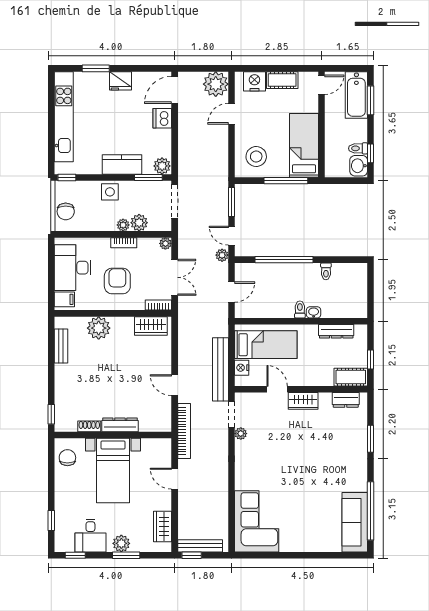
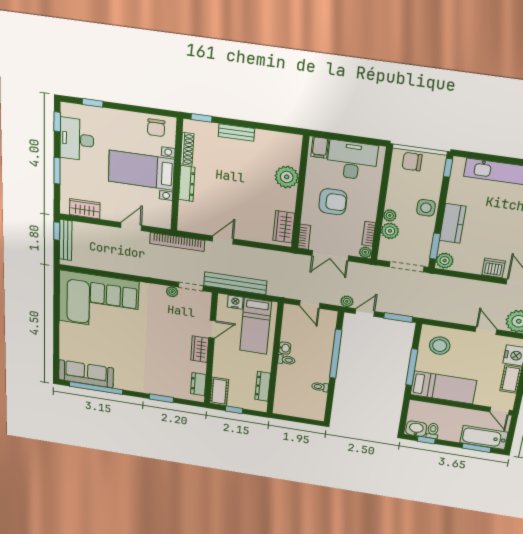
bookcase: (124, 243) -> (369, 234), moved
washbasin: (314, 312) -> (285, 348), moved
bench: (61, 346) -> (236, 133), moved
shoe rack: (89, 426) -> (187, 149), width x1.43
chair: (67, 458) -> (156, 128), turned 90
corner sofa: (257, 521) -> (99, 301), width x1.36, depth x1.36
desk: (90, 536) -> (77, 139), width x1.37
plant: (121, 543) -> (69, 168), removed

